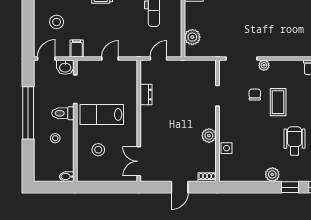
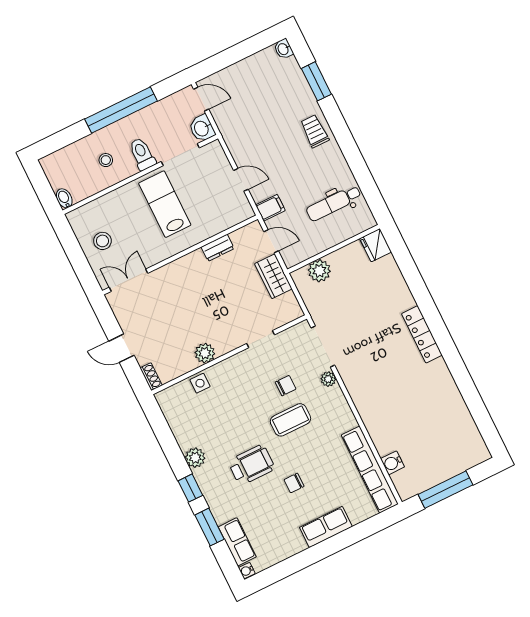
stool: (57, 22) -> (254, 89), removed
filing cabinet: (77, 49) -> (270, 208), moved
wardrobe: (181, 68) -> (273, 276), added
stool: (98, 150) -> (102, 241), moved

